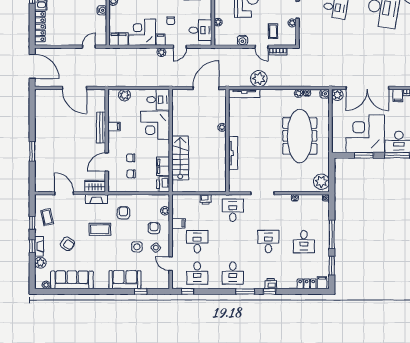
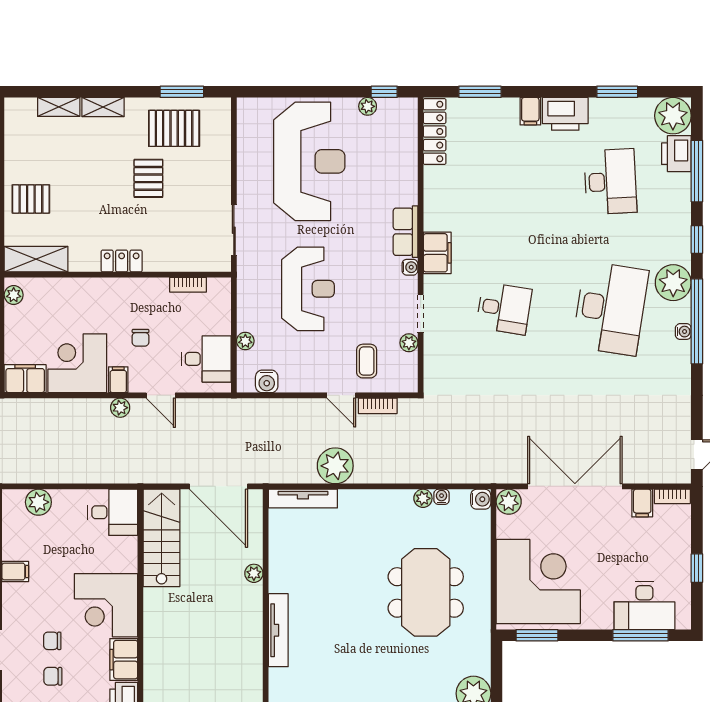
water cooler: (242, 40) -> (267, 381), moved
door: (180, 47) -> (161, 395), hinge flipped
door: (206, 88) -> (218, 486), swing flipped
double door: (367, 88) -> (575, 486), swing flipped
corner desk: (155, 125) -> (106, 605), moved
corner desk: (365, 134) -> (538, 582), moved, turned 90
meeting table: (300, 136) -> (426, 592), width x0.73
window: (364, 155) -> (537, 635), moved
stairs: (180, 158) -> (162, 538), moved

